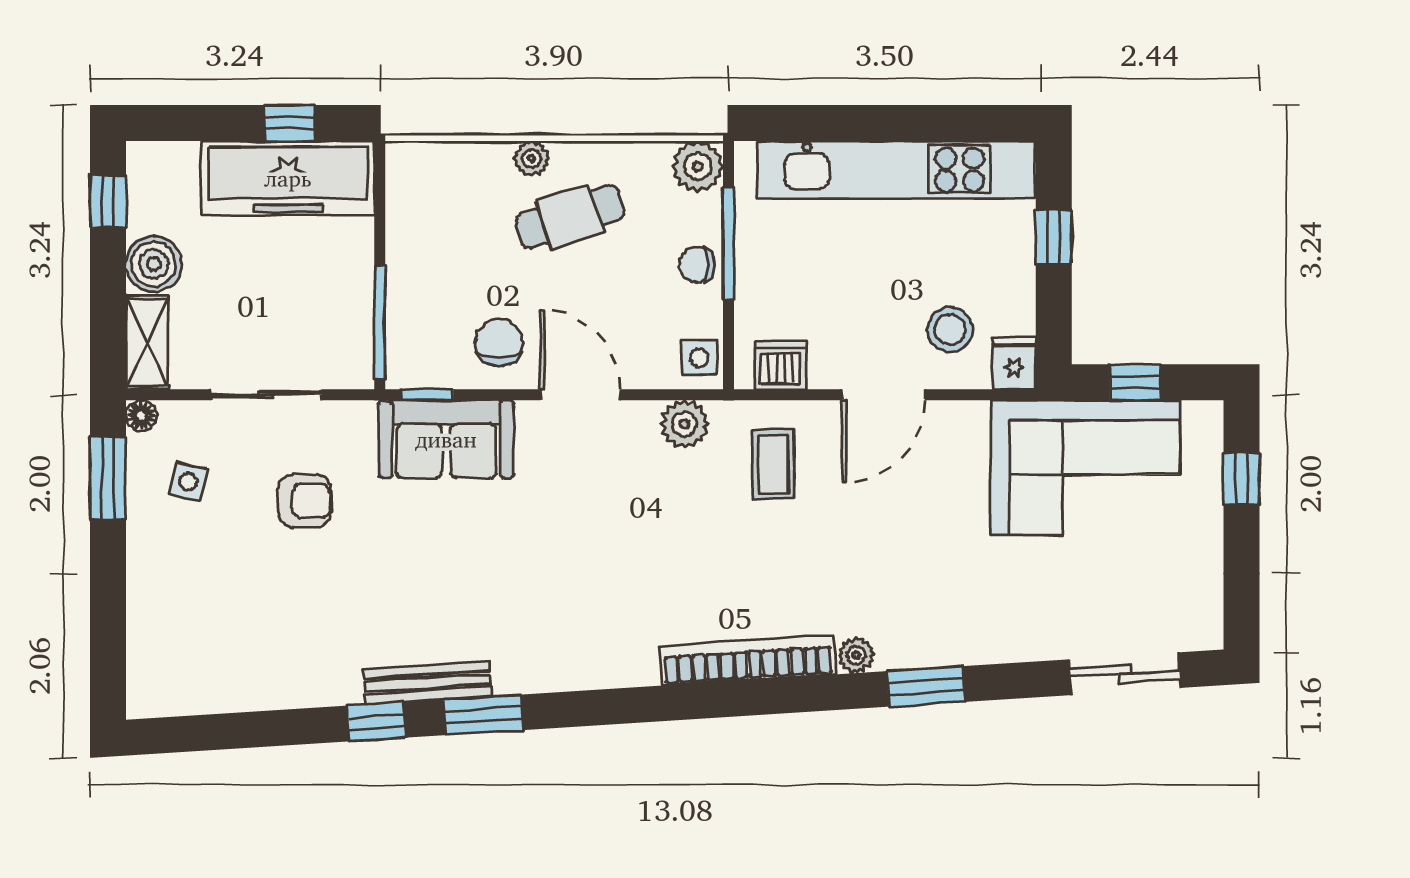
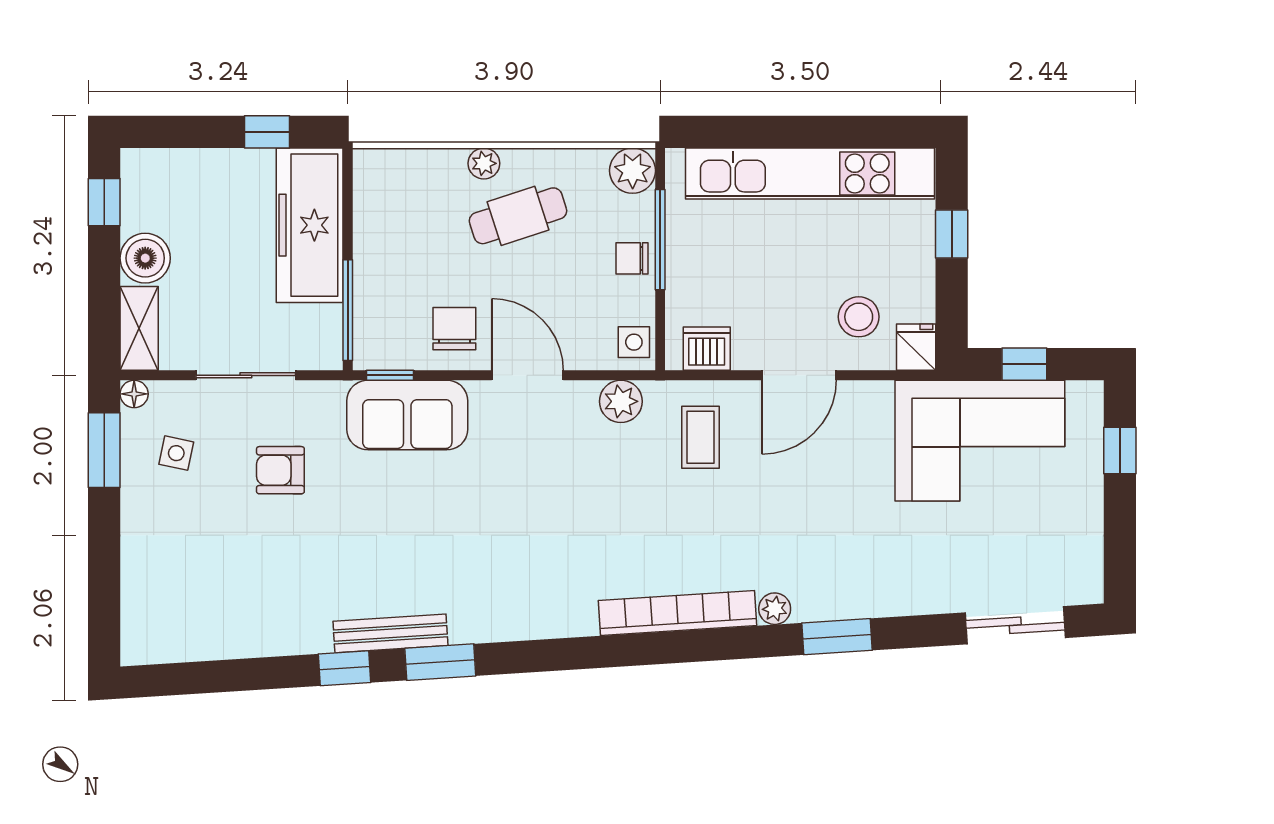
freezer: (288, 178) -> (310, 225), moved, turned 90
armchair: (305, 501) -> (280, 470), turned 180

